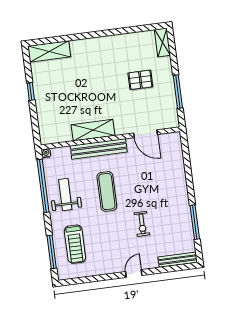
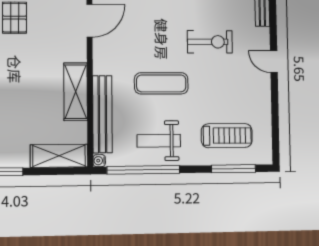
shelving: (46, 124) -> (59, 156), added
bench: (99, 149) -> (102, 114), moved
exercise bike: (142, 224) -> (210, 42), width x1.38, depth x1.39

